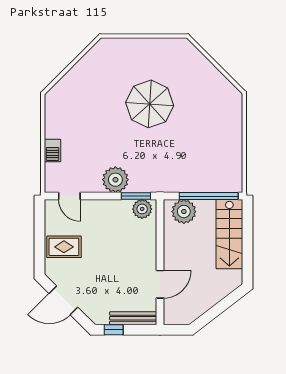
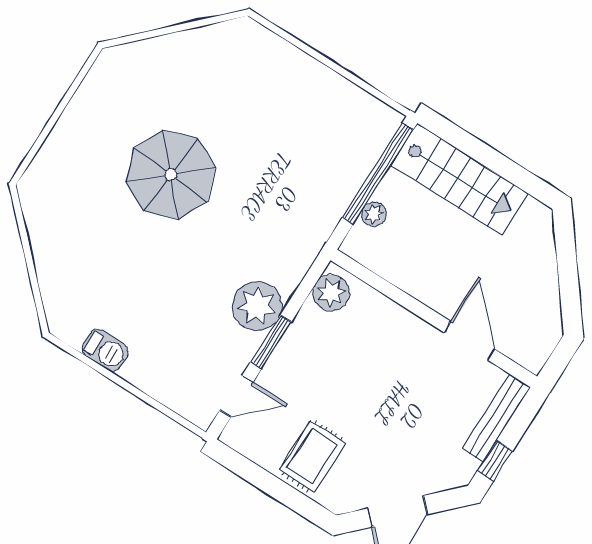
barbecue: (53, 151) -> (105, 350), moved
window: (136, 196) -> (271, 342), moved
plant: (184, 212) -> (374, 214), width x0.53, depth x0.53

